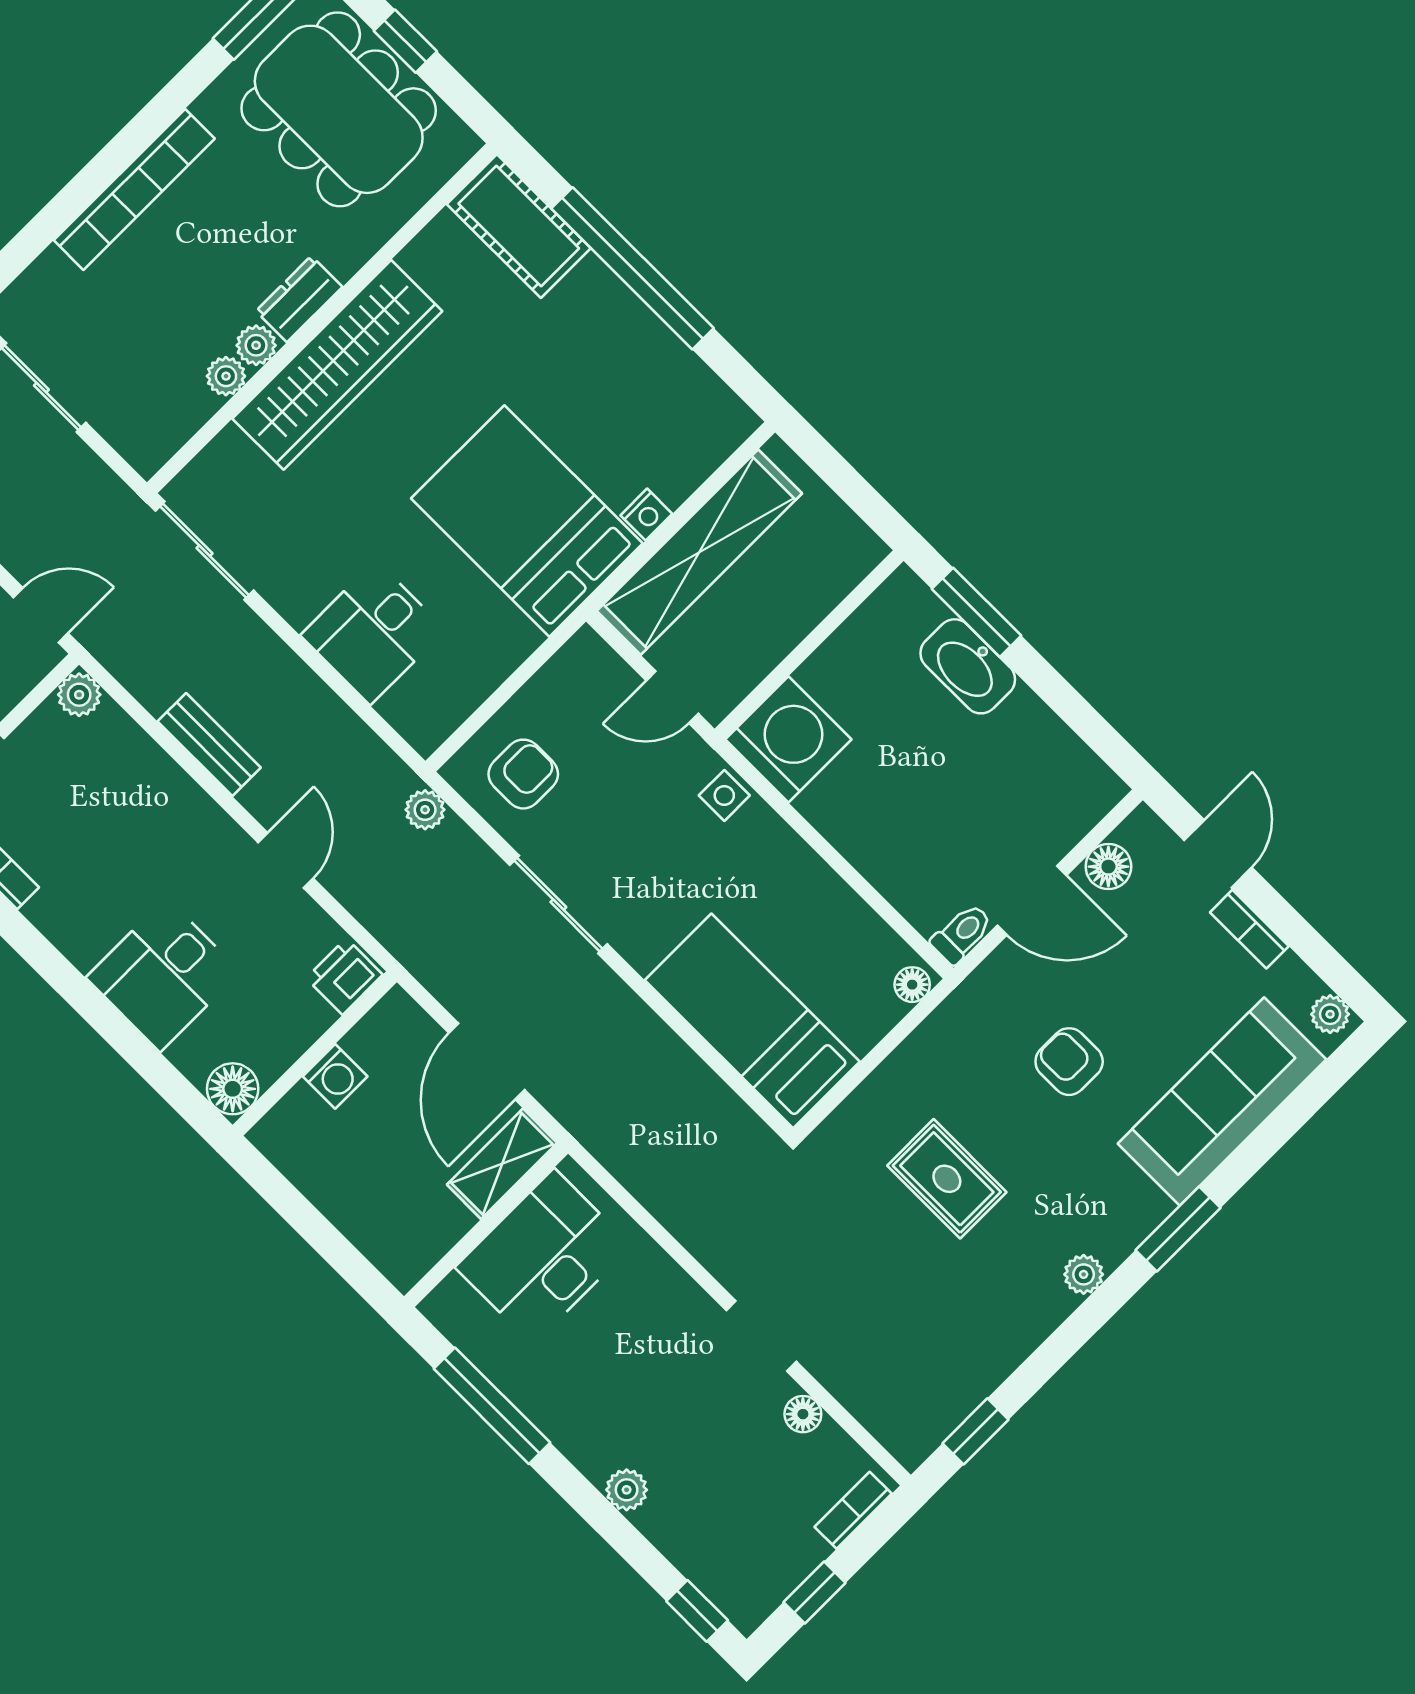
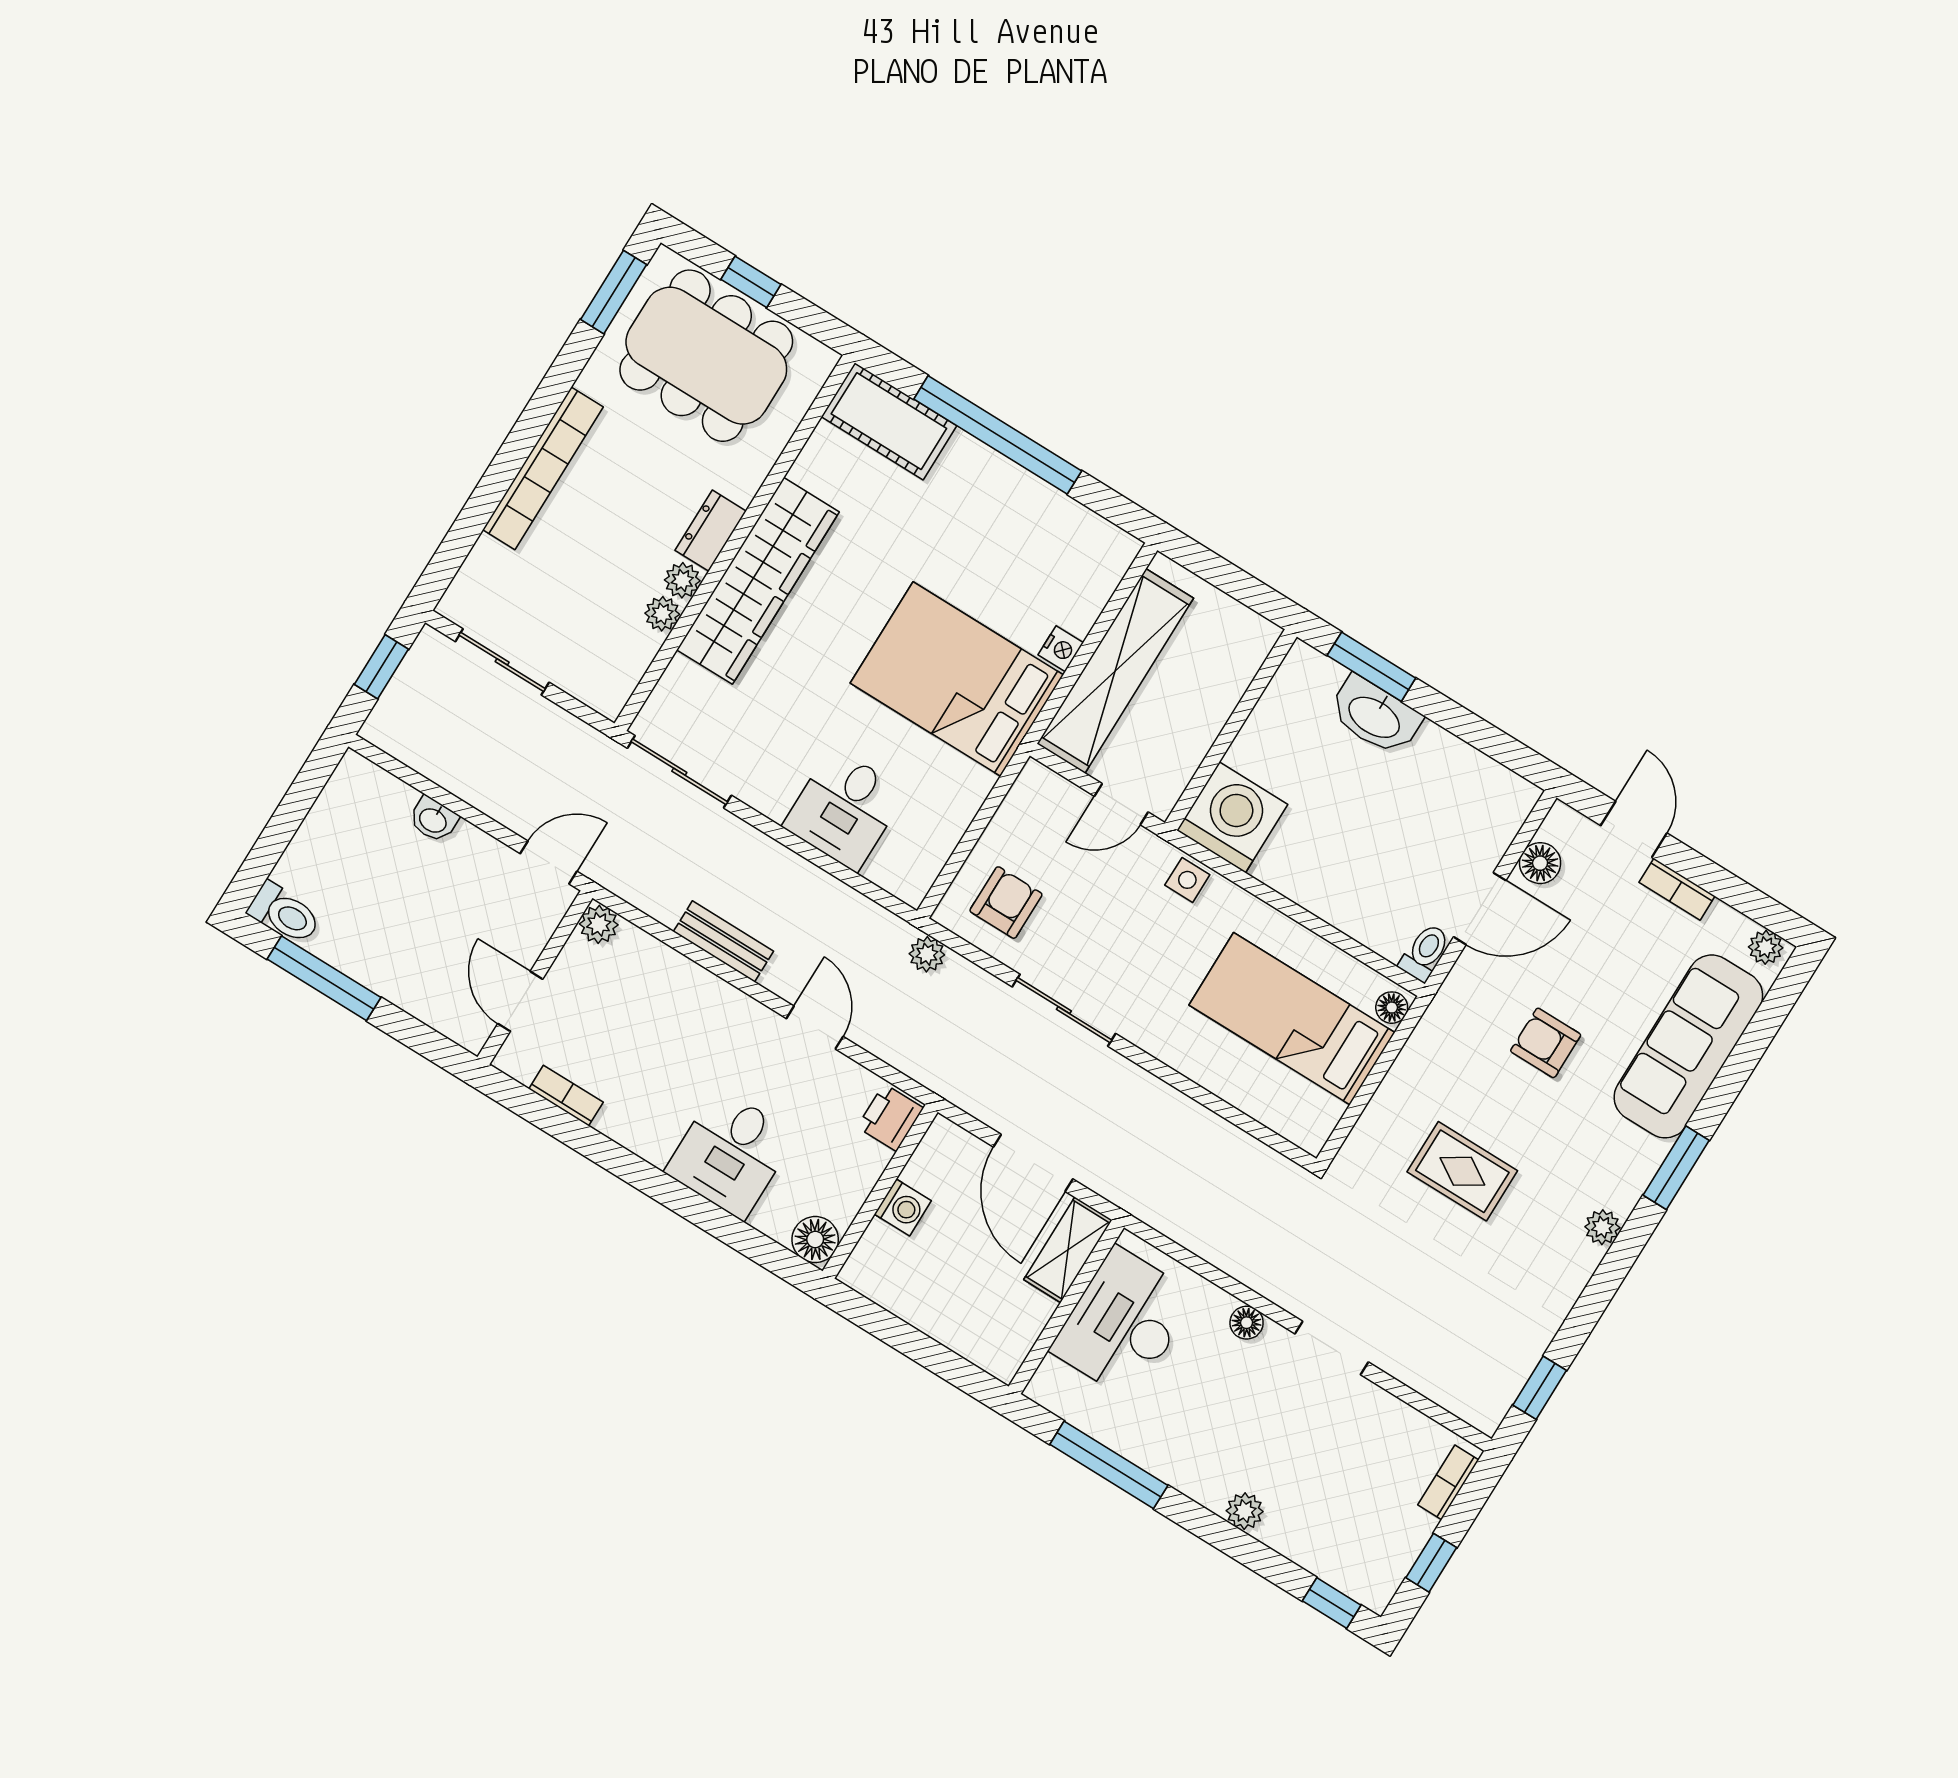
bed: (752, 1021) -> (1292, 1019), moved
floor lamp: (803, 1414) -> (1247, 1323), moved

